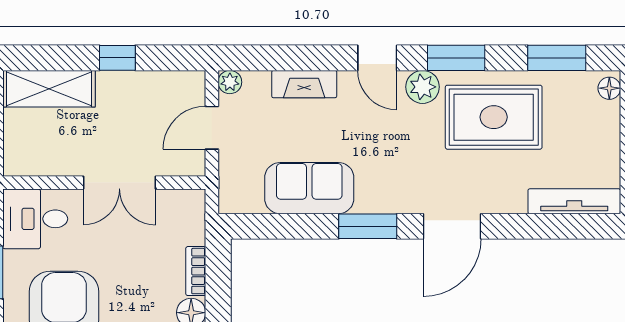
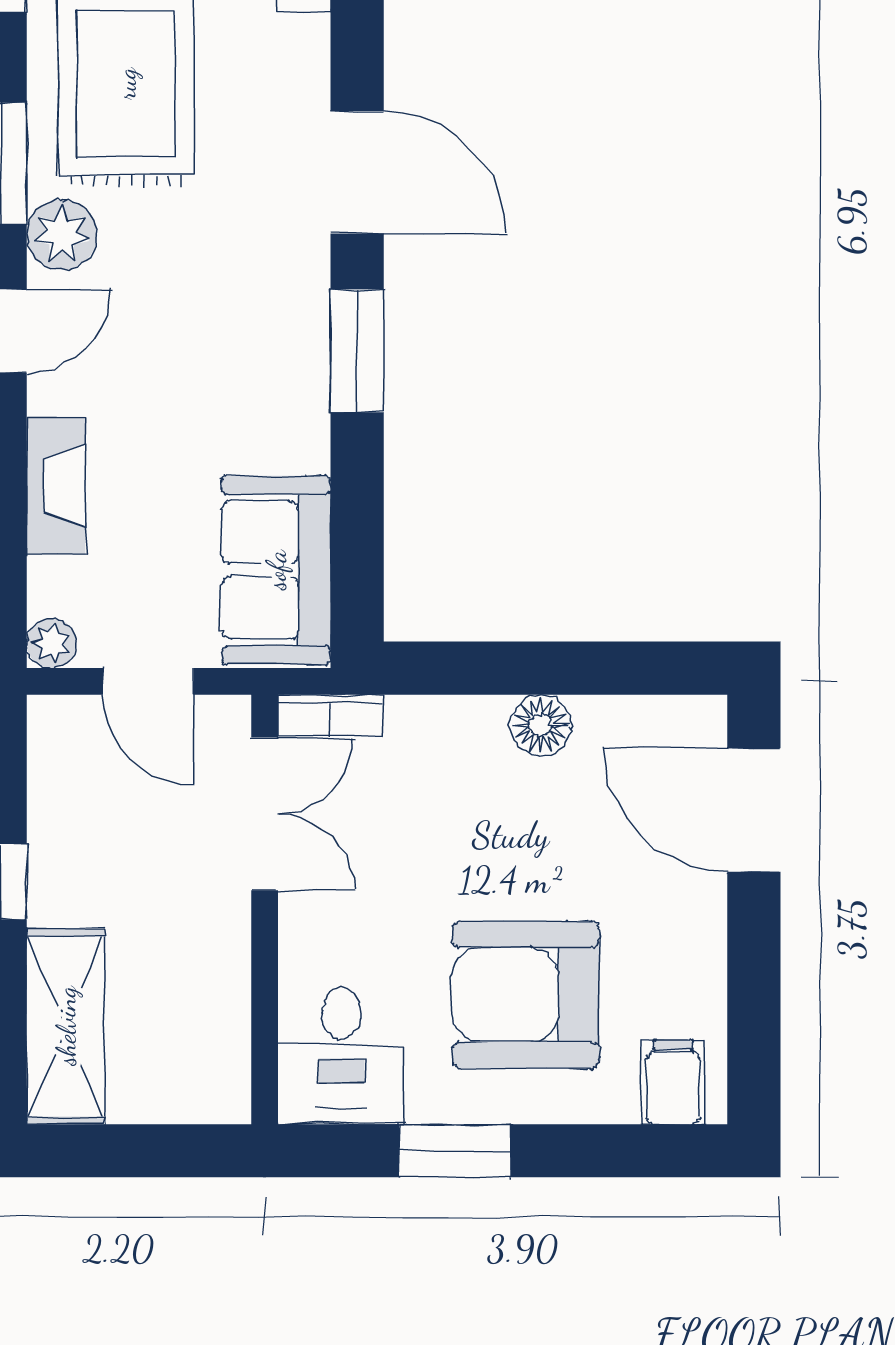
double door: (119, 183) -> (265, 814), moved
sofa: (309, 188) -> (276, 570), moved
bookcase: (196, 271) -> (330, 715), moved

